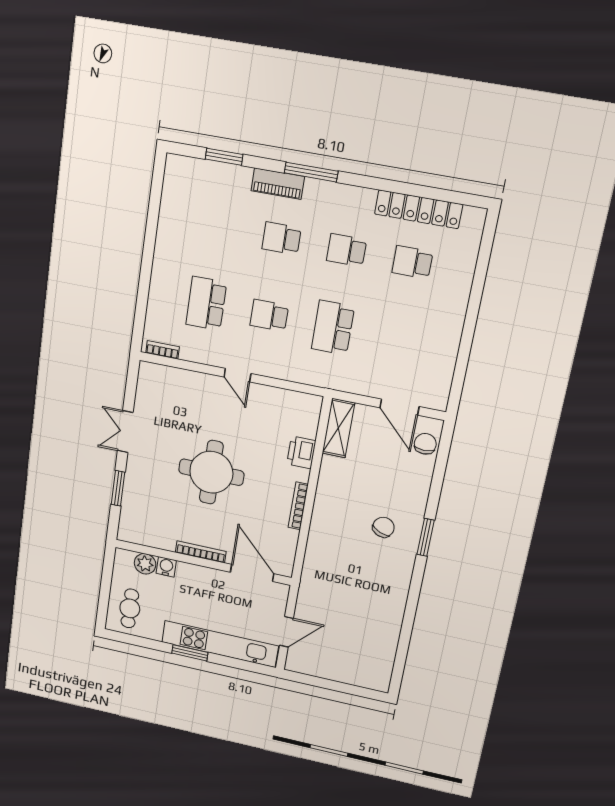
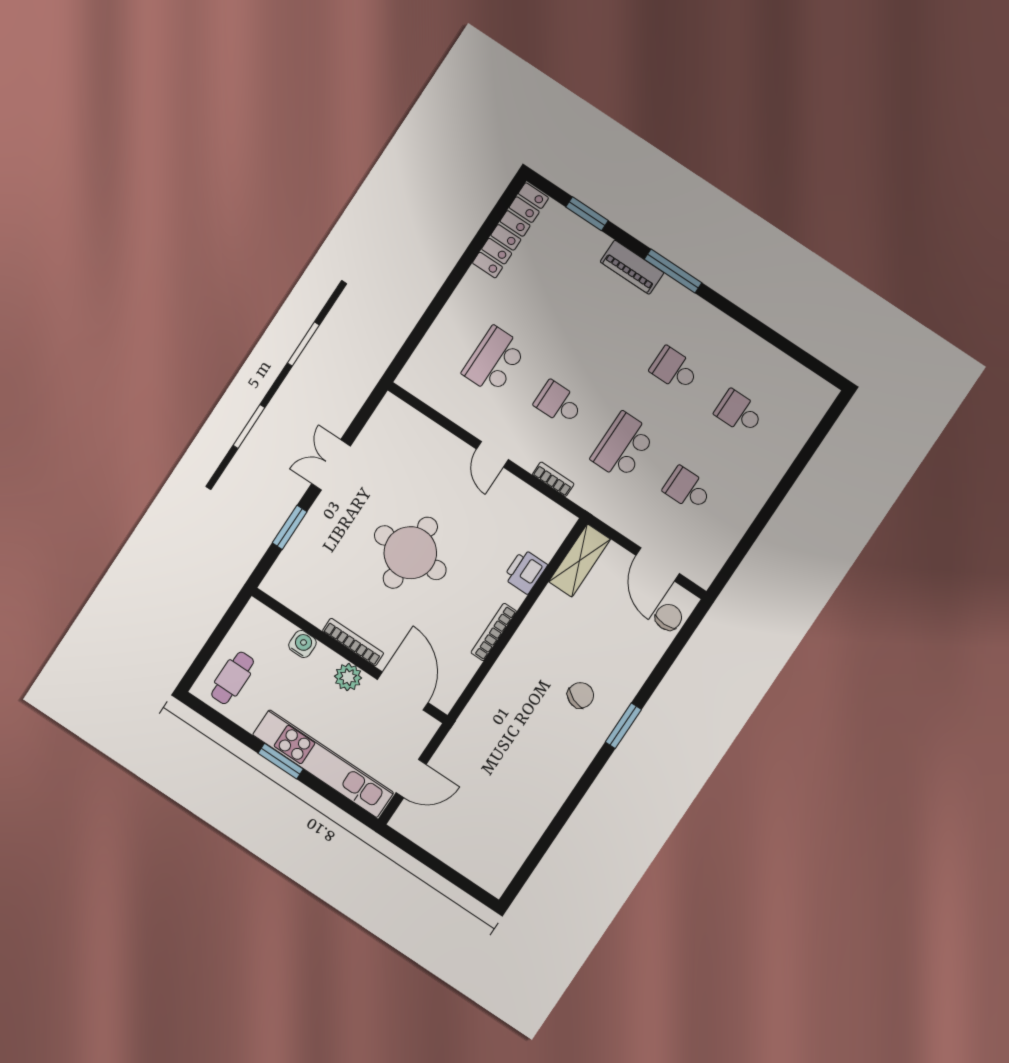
locker: (418, 209) -> (510, 230), moved, turned -90
school desk: (281, 238) -> (688, 489), moved
bookcase: (162, 350) -> (553, 479), moved
plant: (145, 564) -> (348, 677), moved

